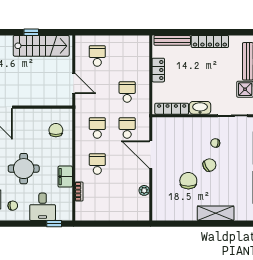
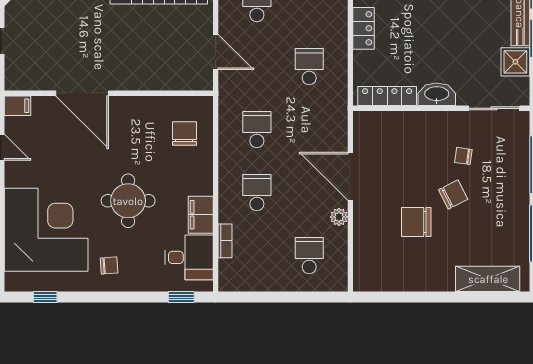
school desk: (127, 128) -> (309, 256), moved
chair: (188, 181) -> (416, 222), turned -90
plant: (144, 190) -> (339, 217), moved
desk: (43, 207) -> (189, 257), moved, turned -90
shelving: (216, 213) -> (488, 279), moved

